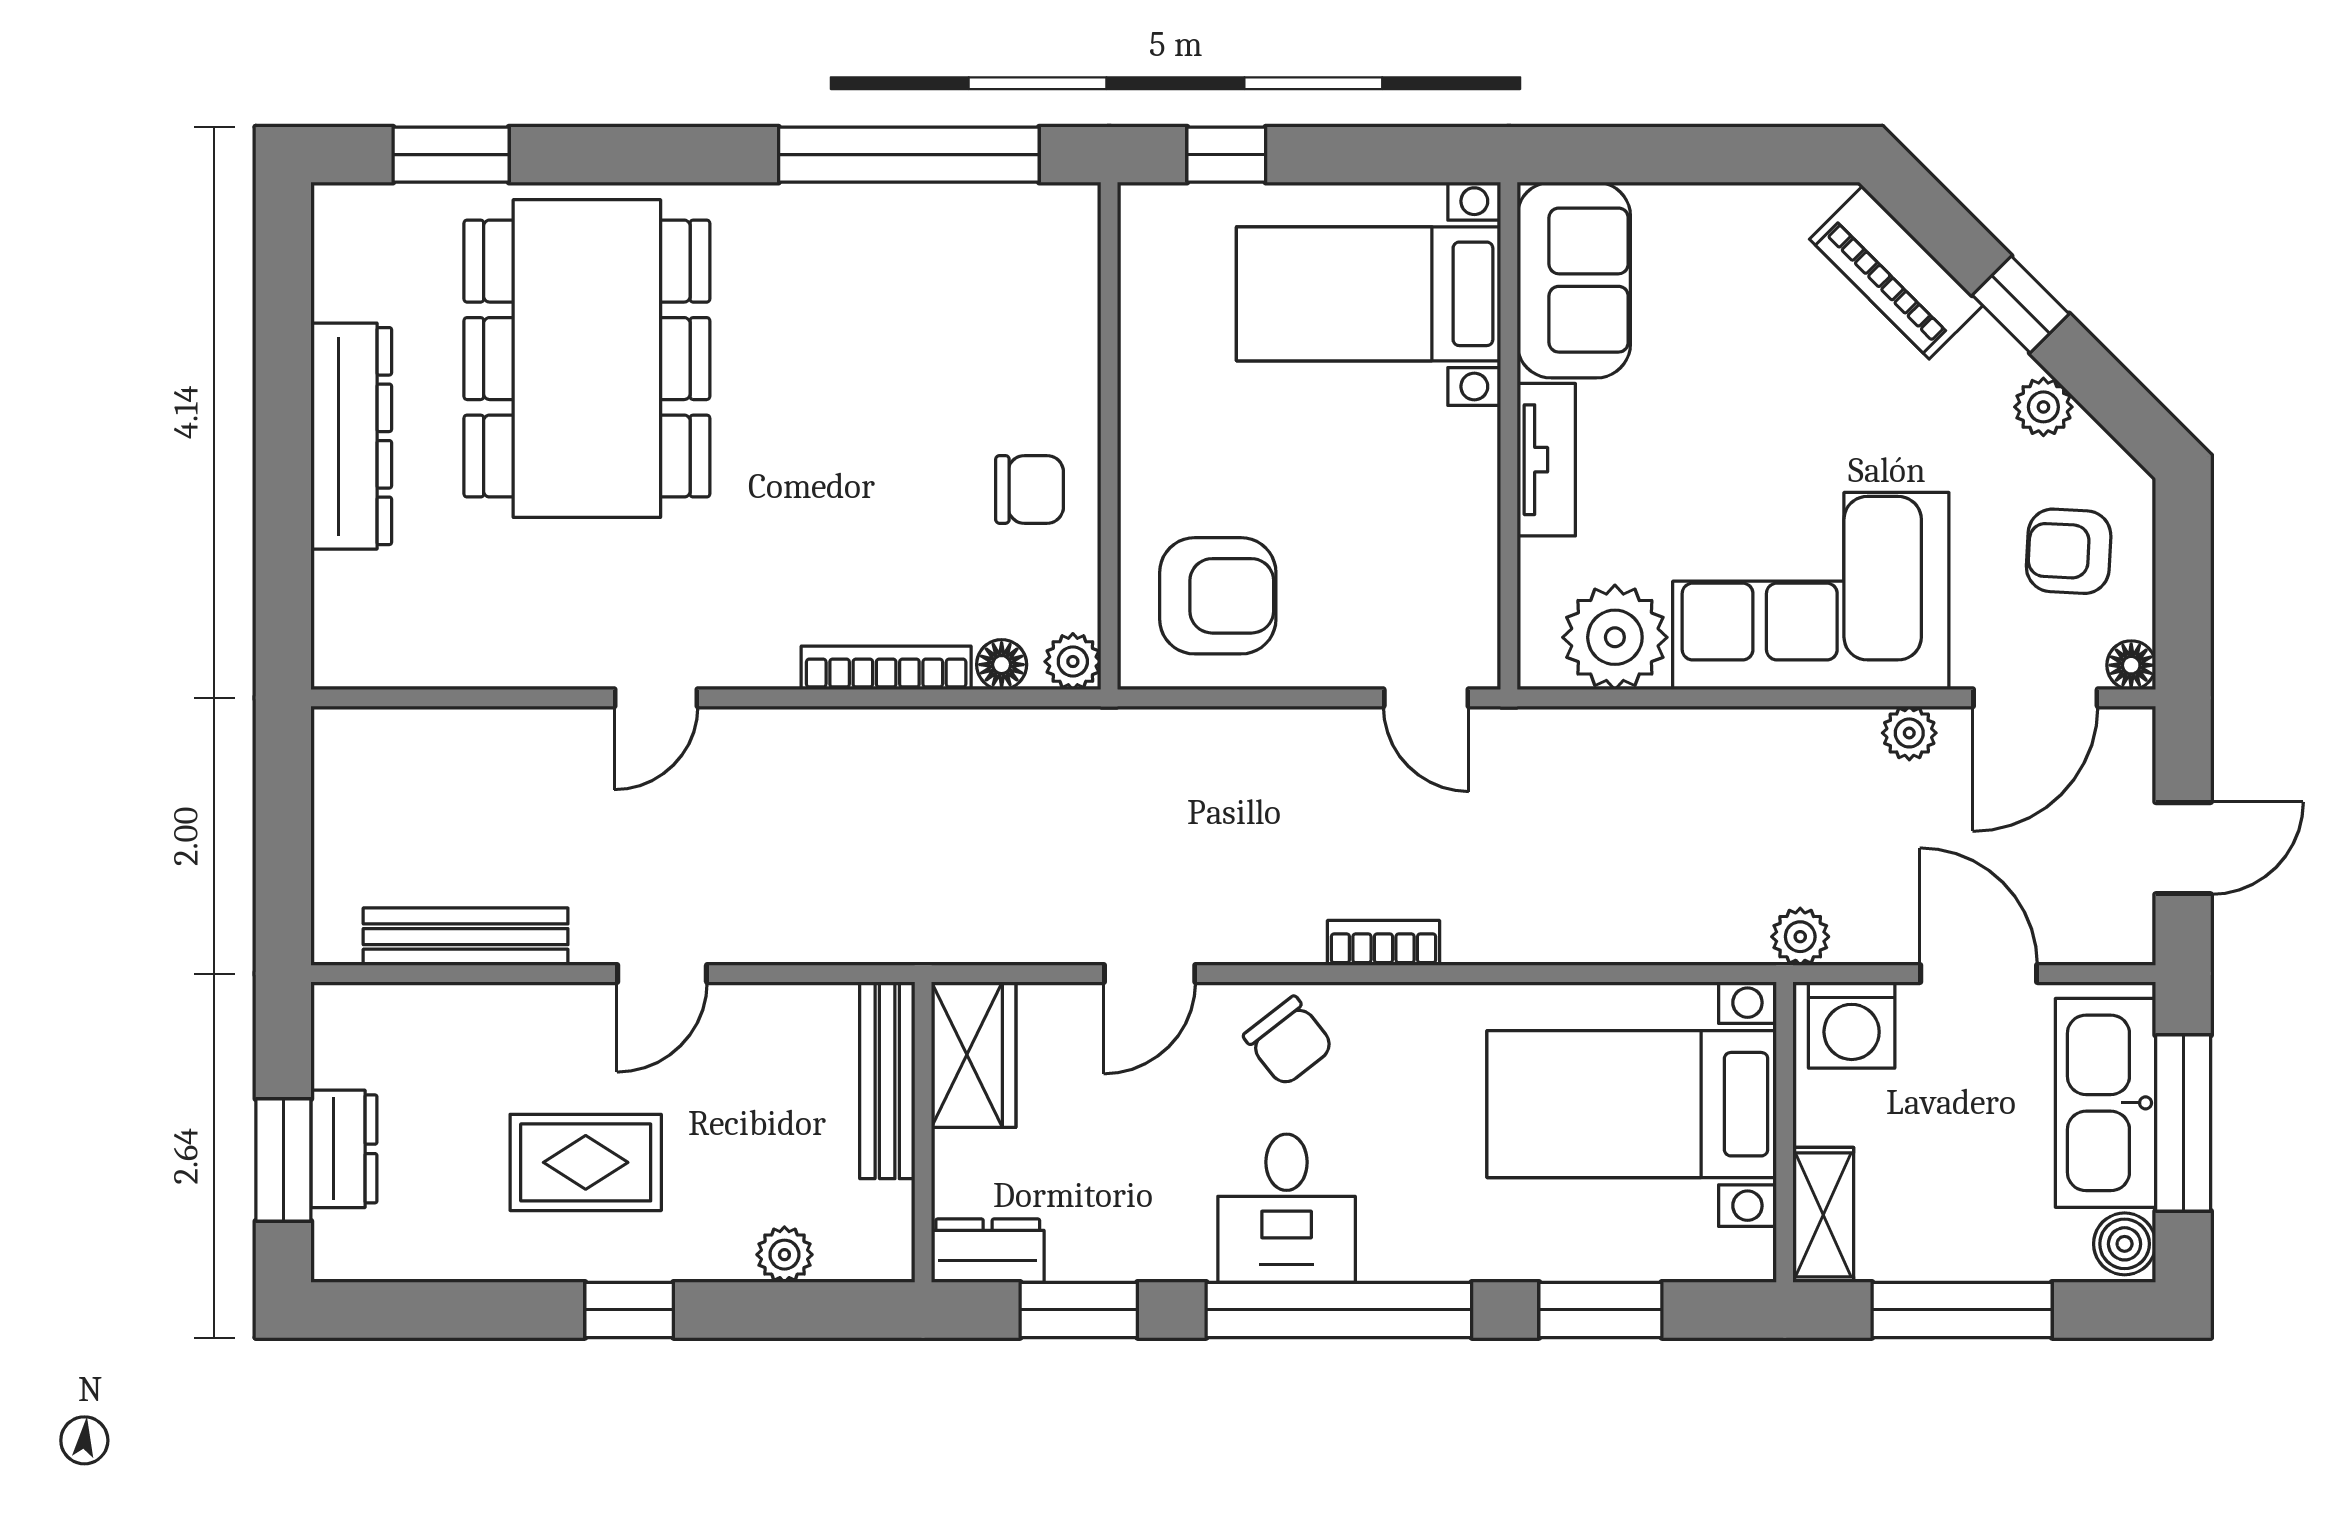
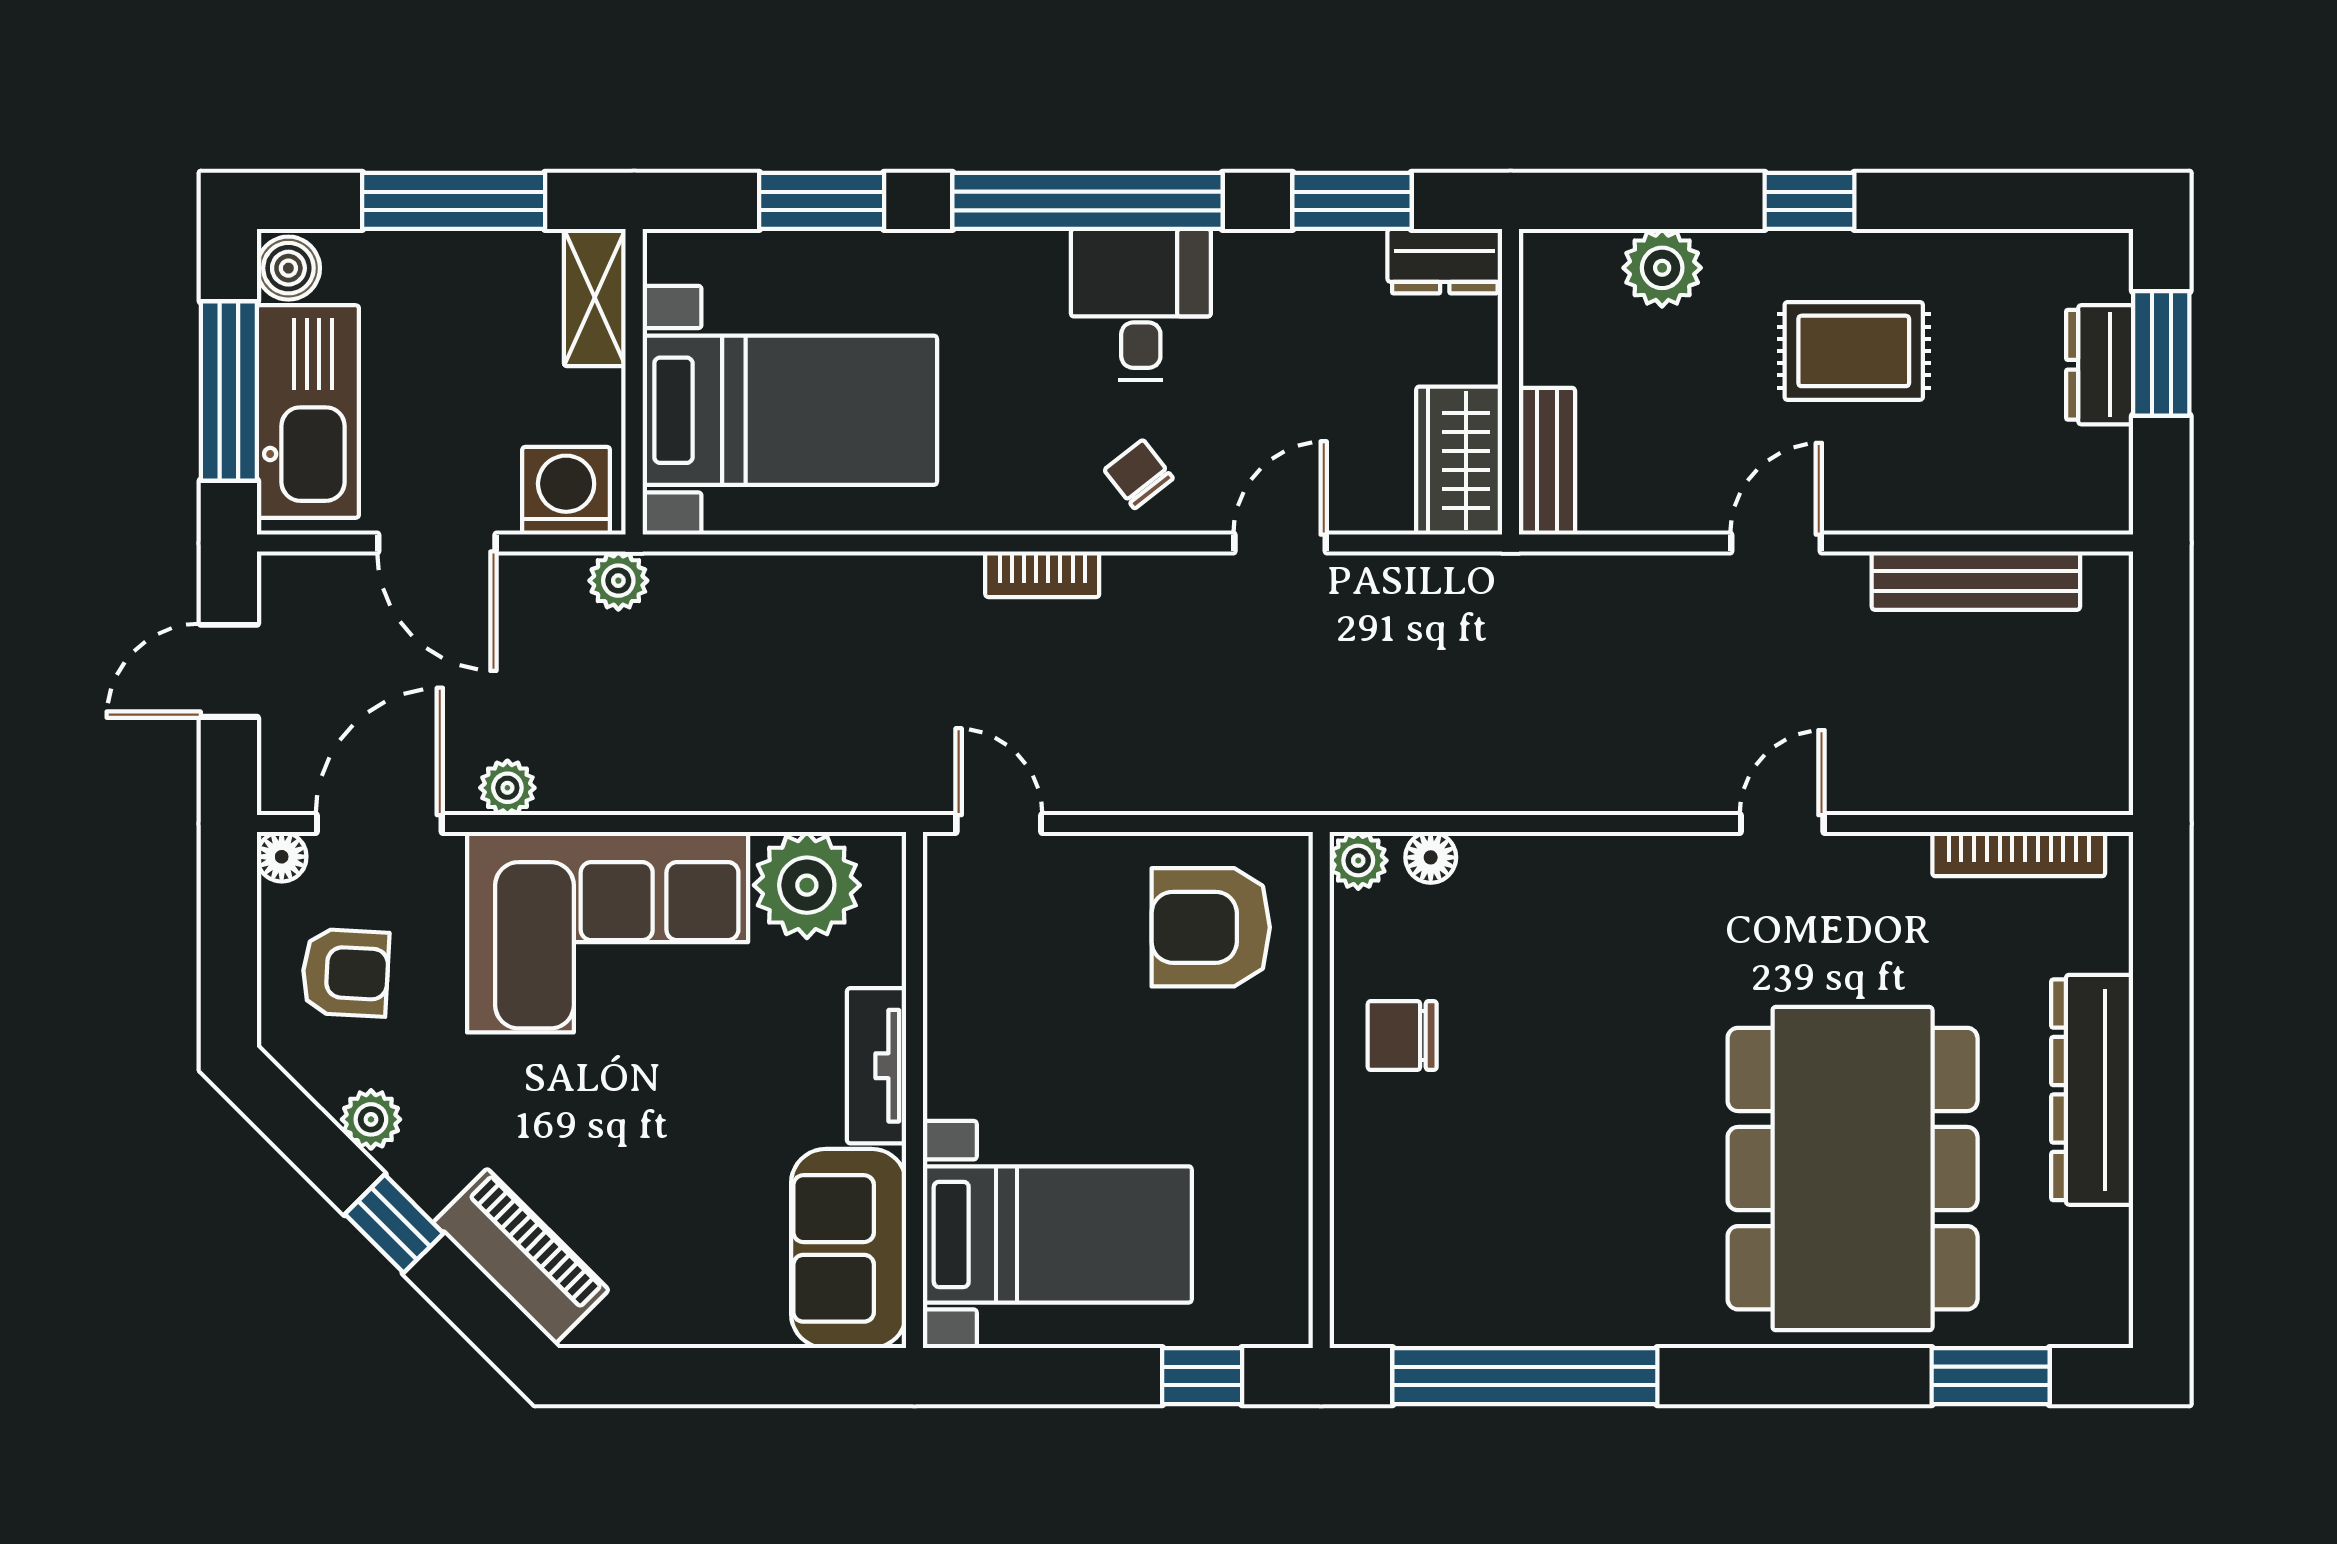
bookcase: (886, 668) -> (2019, 854), moved
chair: (1289, 1041) -> (1139, 474), width x0.73, depth x0.73
bench: (887, 1080) -> (1547, 461), width x0.73
plant: (784, 1255) -> (1662, 268), width x1.38, depth x1.38

